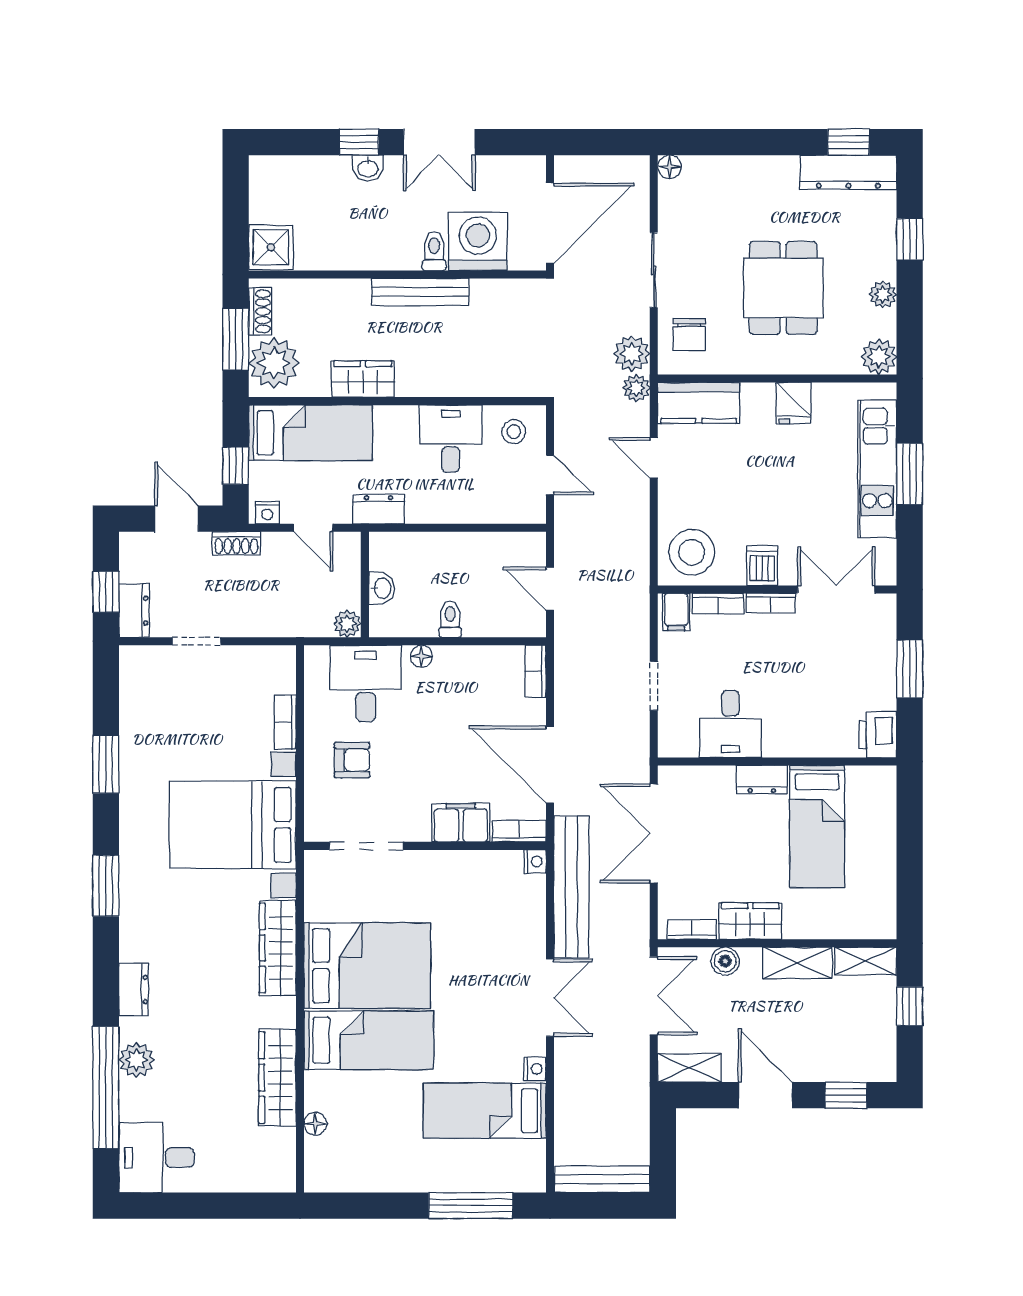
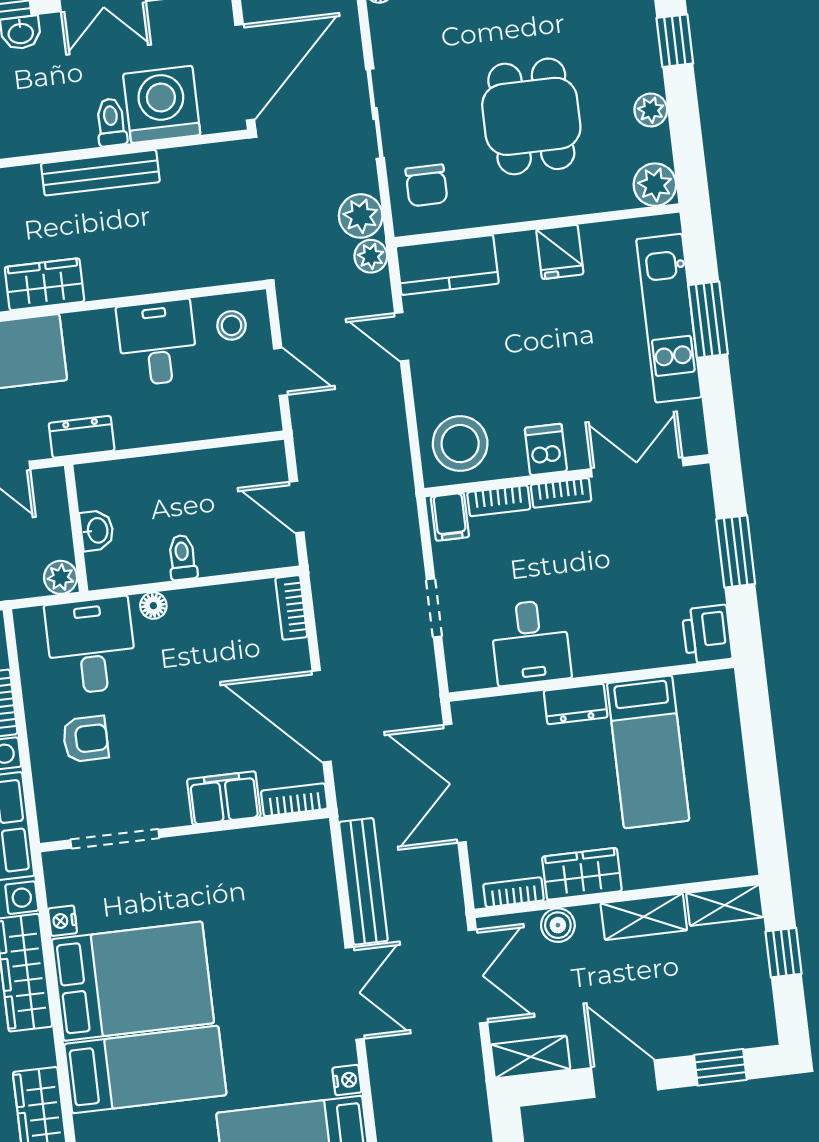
nightstand: (535, 861) -> (62, 921), moved, turned 180
bench: (571, 887) -> (363, 881), width x0.73, depth x0.82

